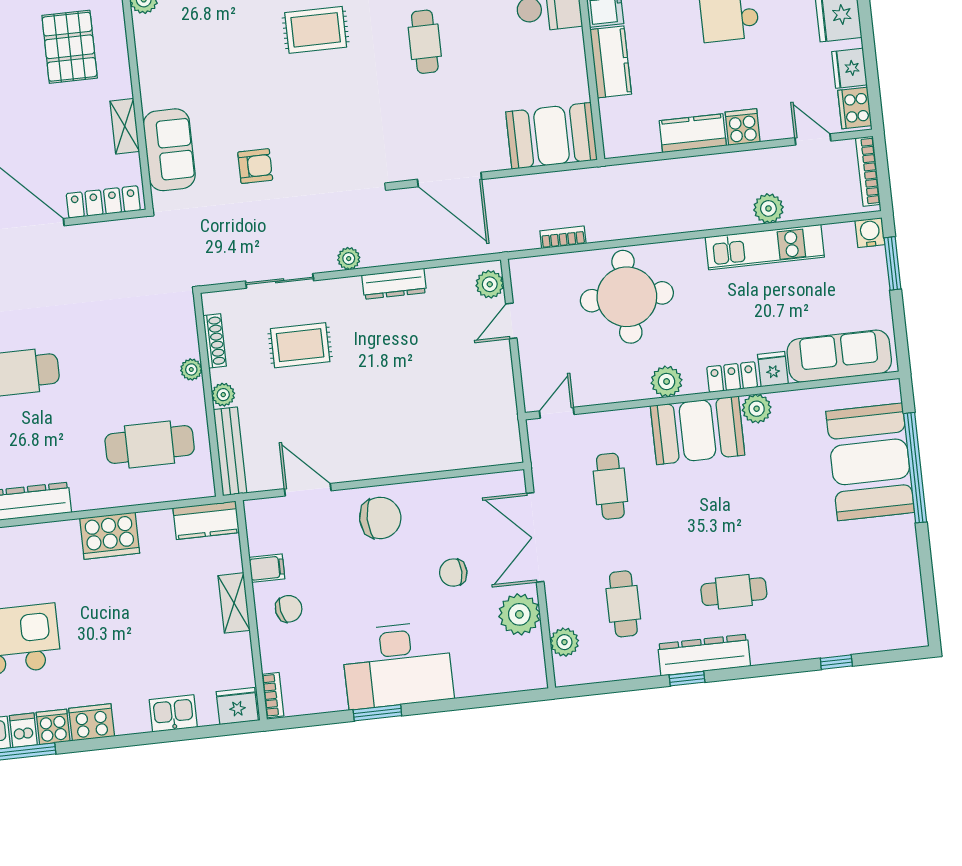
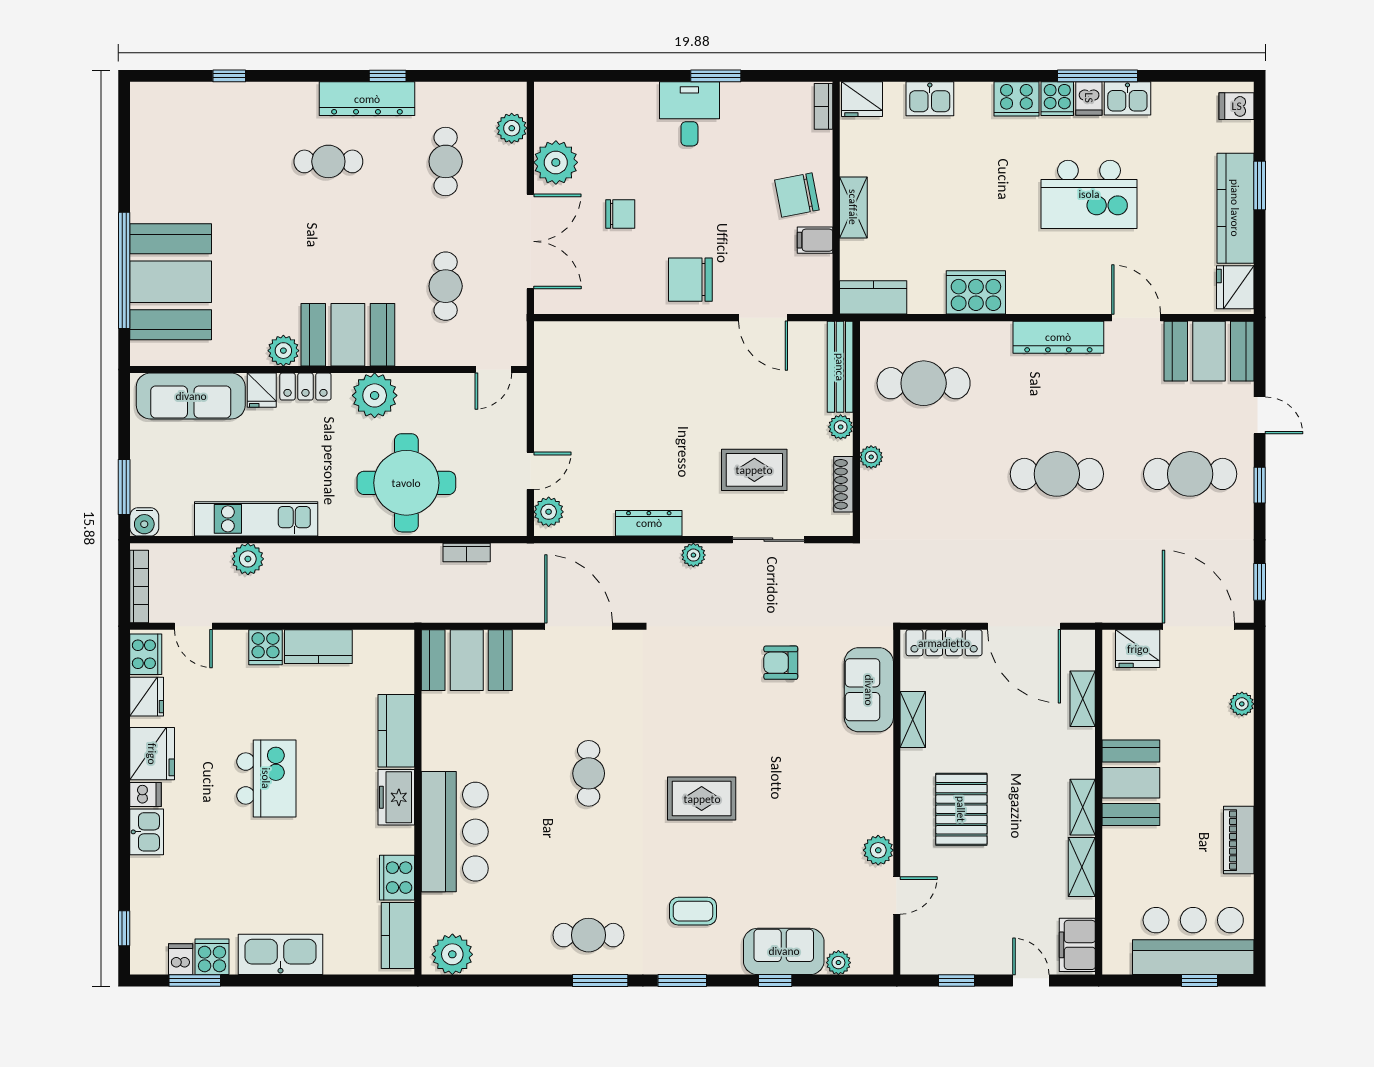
plant: (667, 381) -> (375, 395), width x1.36, depth x1.36
chair: (289, 609) -> (797, 195), width x1.37, depth x1.37
desk: (397, 665) -> (689, 114), width x0.53, depth x0.77

